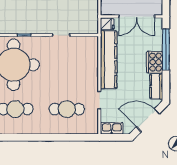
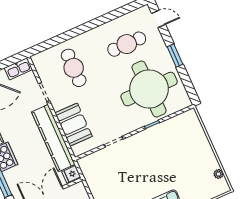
booth: (87, 63) -> (74, 125), added
cafe table: (67, 109) -> (74, 68), turned 90

